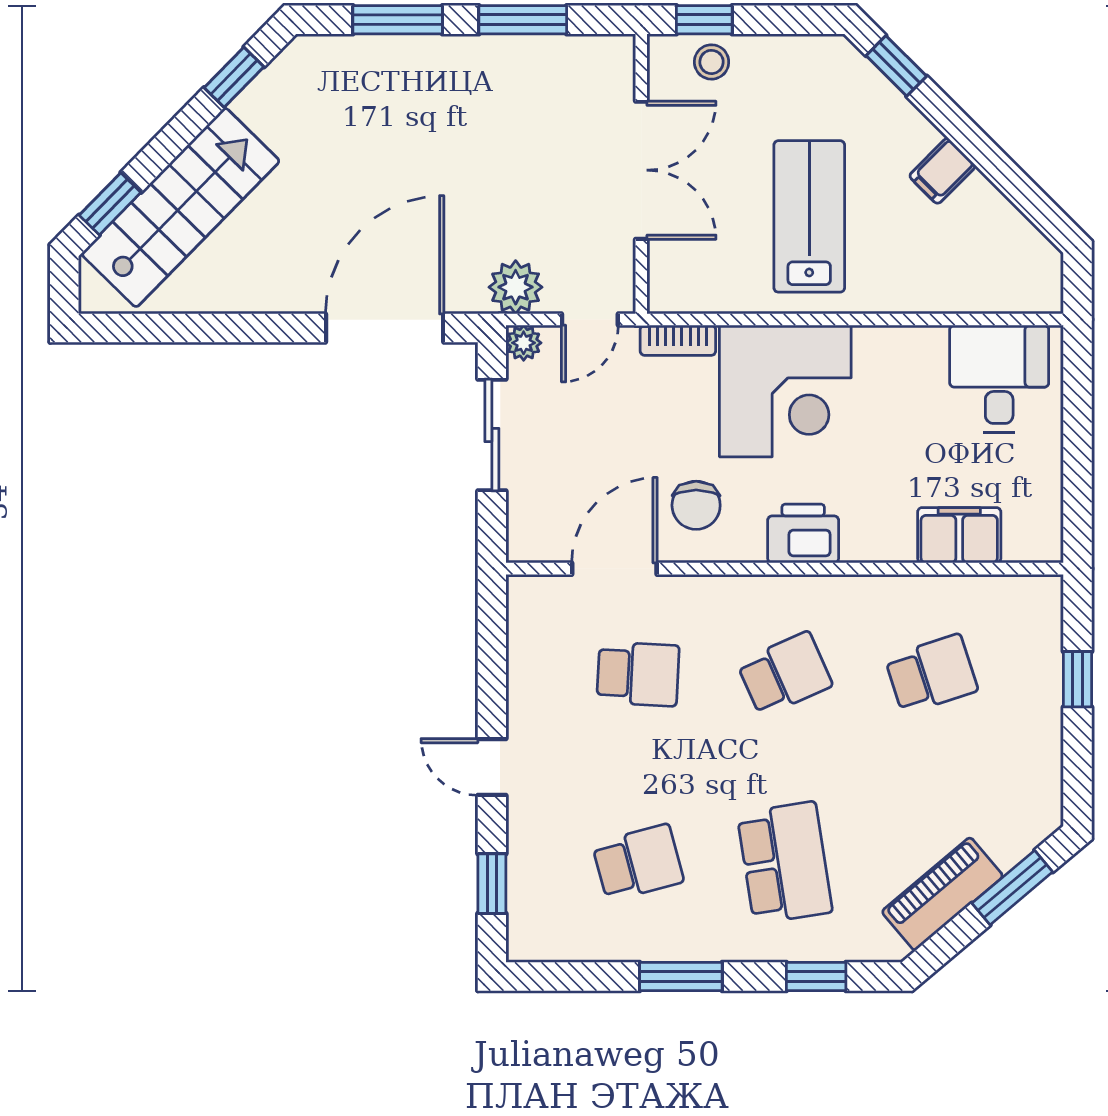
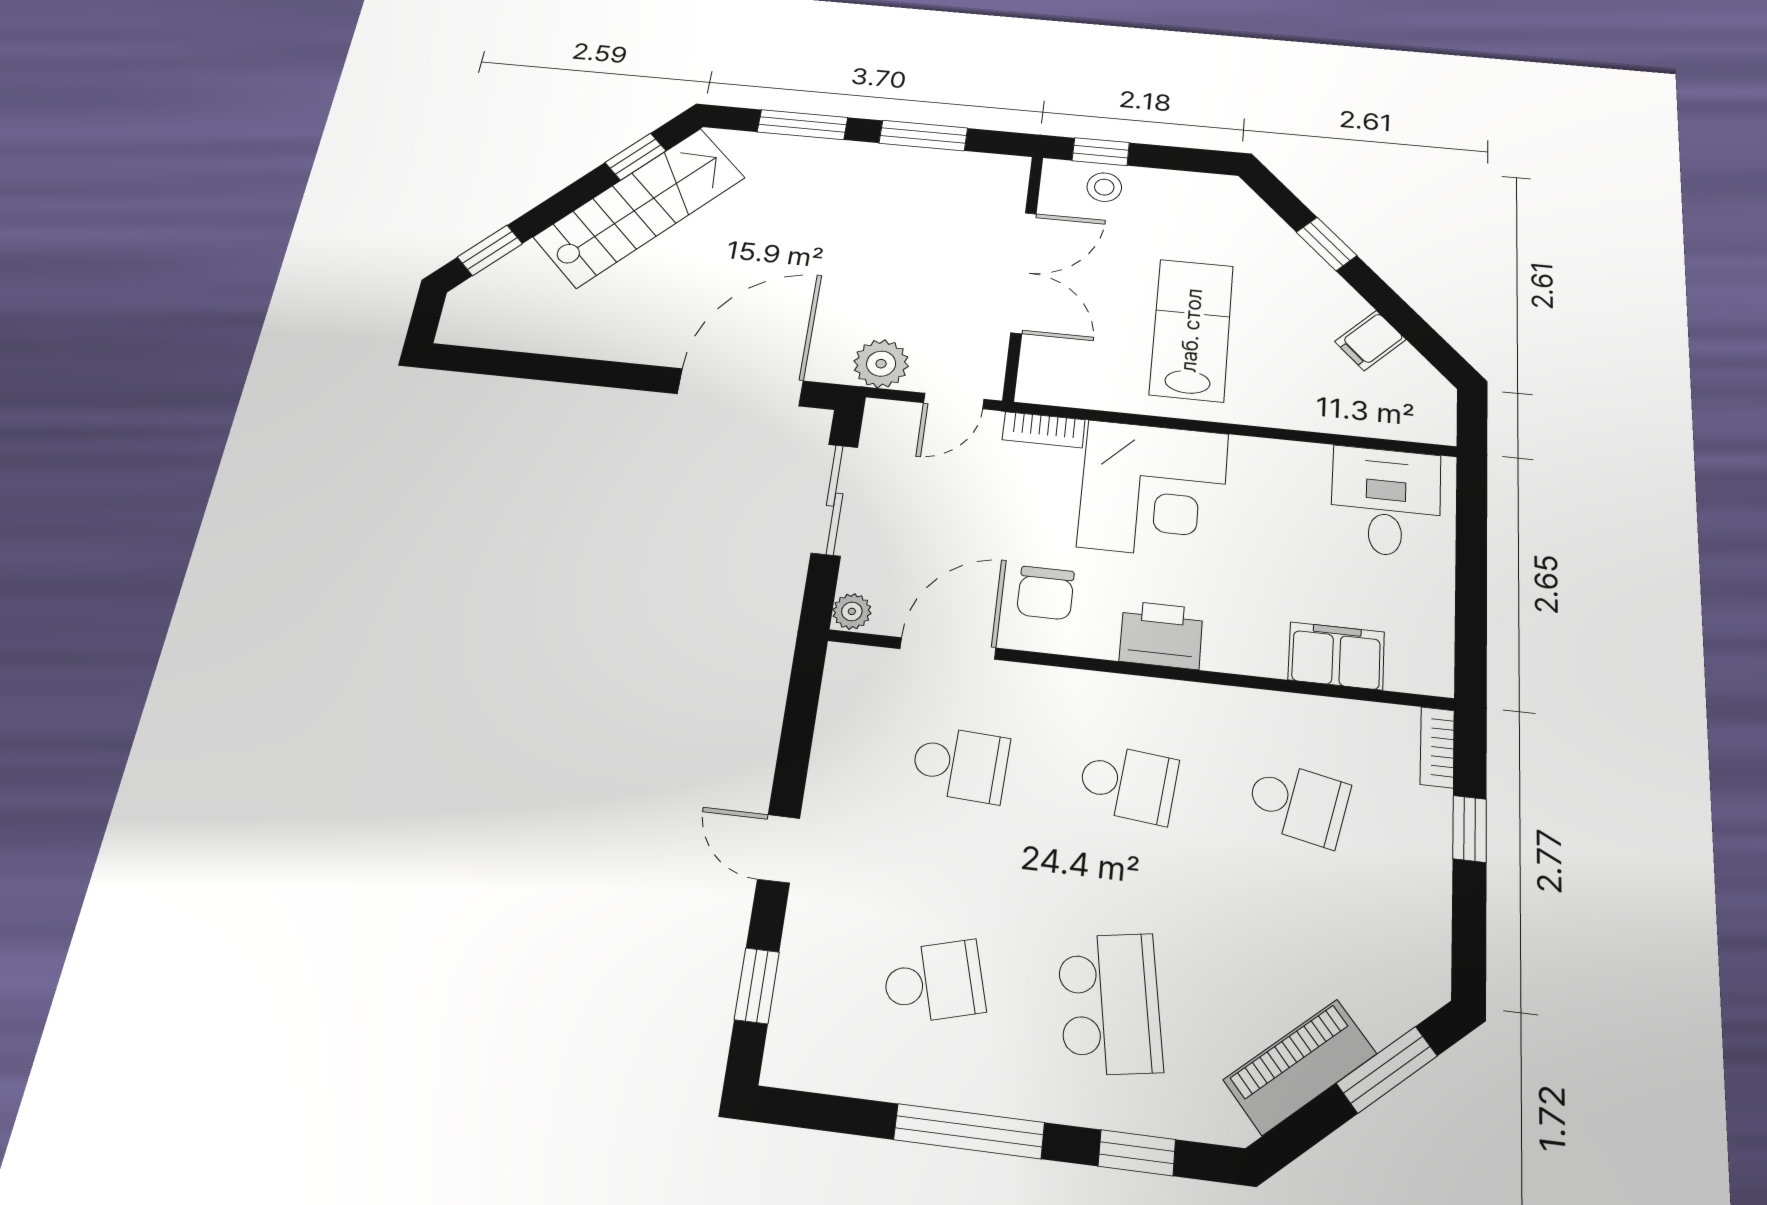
window: (896, 66) -> (1327, 244), moved
filing cabinet: (942, 171) -> (1370, 340), moved
stairs: (181, 207) -> (640, 207), moved
plant: (524, 343) -> (852, 611), moved
bookcase: (1049, 610) -> (1437, 747), added
school desk: (785, 674) -> (1128, 784), turned 30
school desk: (931, 674) -> (1298, 803), turned 30
window: (681, 977) -> (969, 1131), width x1.44

